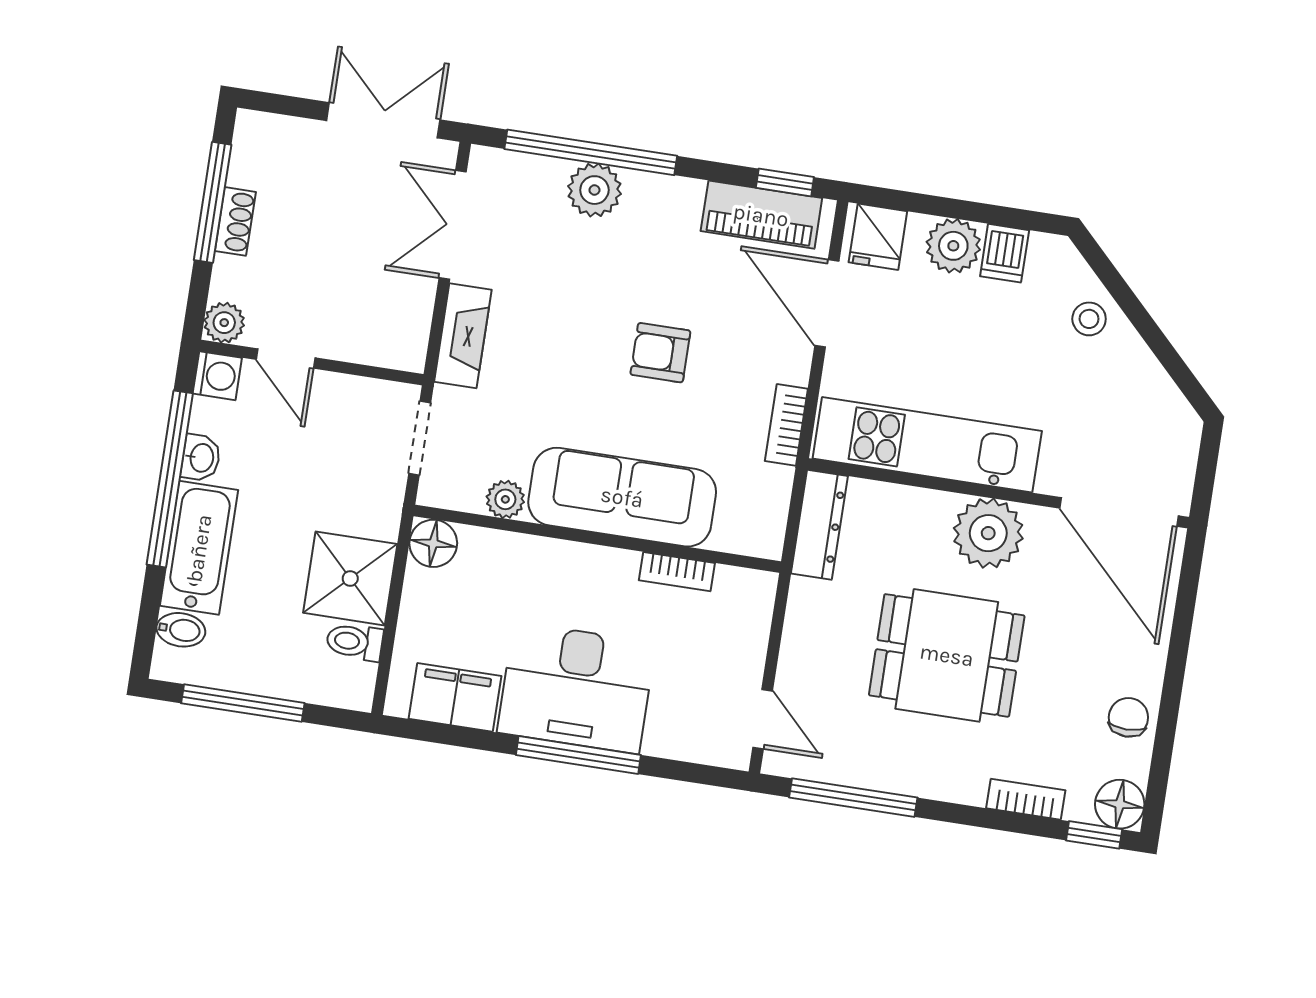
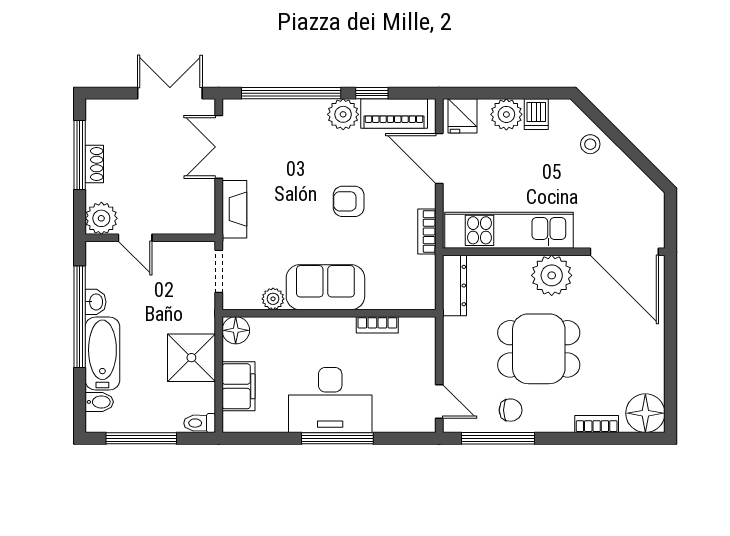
window: (785, 182) -> (372, 93), moved
plant: (594, 190) -> (343, 114), moved
plant: (224, 323) -> (101, 218), width x1.38, depth x1.38
washing machine: (217, 376) -> (98, 254), removed
sofa: (622, 497) -> (325, 287), width x0.73
toilet: (355, 642) -> (200, 423), moved
filing cabinet: (455, 697) -> (238, 386), moved, turned 90
chair: (1128, 717) -> (511, 410), moved, turned 90
floor lamp: (1120, 804) -> (645, 413), width x1.38, depth x1.38
window: (1094, 835) -> (639, 438), removed

